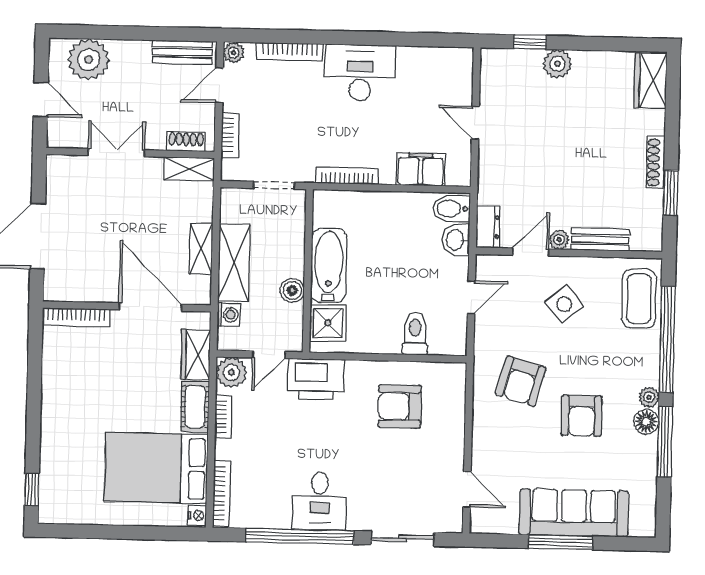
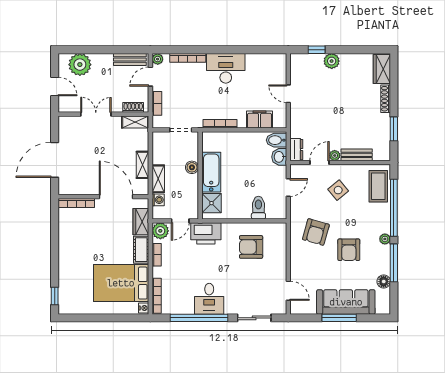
shoe rack: (656, 162) -> (386, 99), moved
shelving: (234, 263) -> (158, 179), width x0.67, depth x0.75
boiler: (292, 290) -> (192, 167), moved
floor lamp: (646, 422) -> (384, 281), moved

